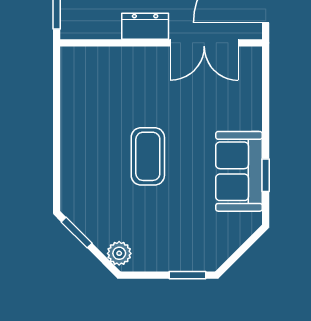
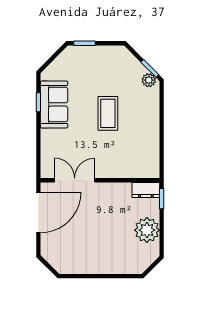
dresser: (145, 26) -> (146, 190), moved
plant: (119, 253) -> (149, 80), moved

